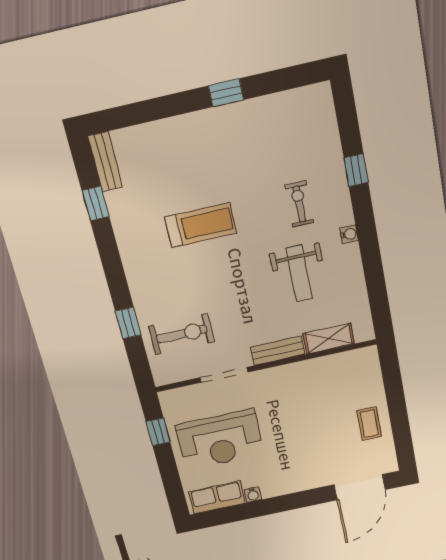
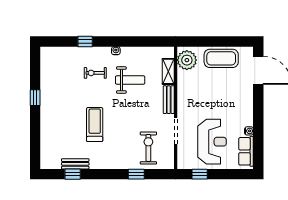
bench: (105, 162) -> (75, 164), moved
plant: (355, 367) -> (187, 60), added
coffee table: (369, 423) -> (221, 58), width x1.86, depth x1.72

